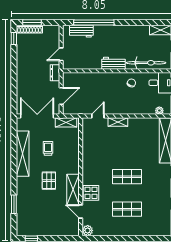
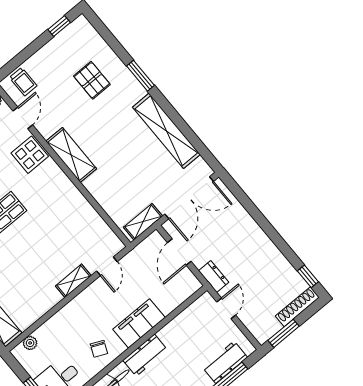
window: (32, 23) -> (284, 333), moved
filing cabinet: (105, 79) -> (139, 323), added
trolley: (48, 148) -> (23, 82), moved
pallet: (49, 181) -> (92, 80), moved
shelving: (73, 189) -> (71, 155), moved
window: (14, 204) -> (141, 76), moved
door: (81, 212) -> (23, 118), hinge flipped

